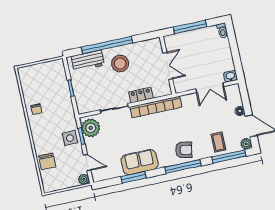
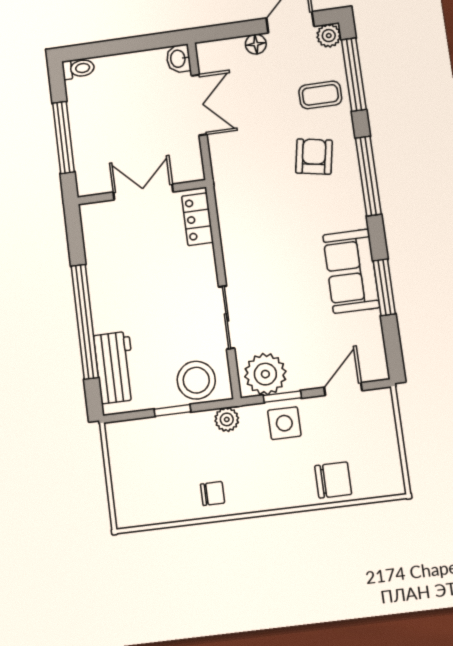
stool: (120, 64) -> (196, 380), moved
locker: (141, 95) -> (198, 219), moved
bookcase: (156, 107) -> (231, 225), removed
armchair: (184, 150) -> (314, 157), moved
plant: (84, 179) -> (227, 419), moved

